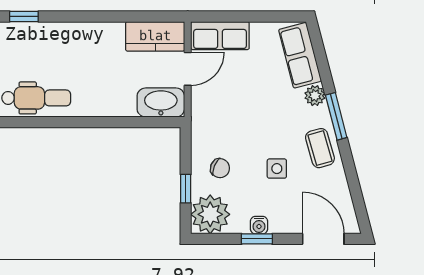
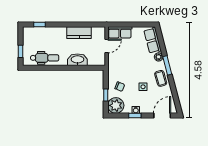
kitchen counter: (155, 36) -> (79, 33), moved
washbasin: (161, 102) -> (77, 60), moved
door: (323, 239) -> (162, 116), hinge flipped

